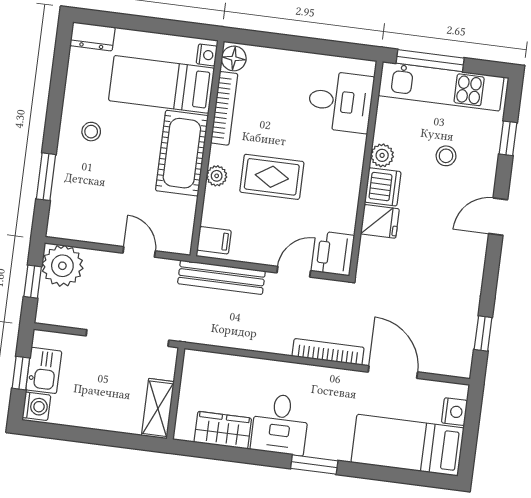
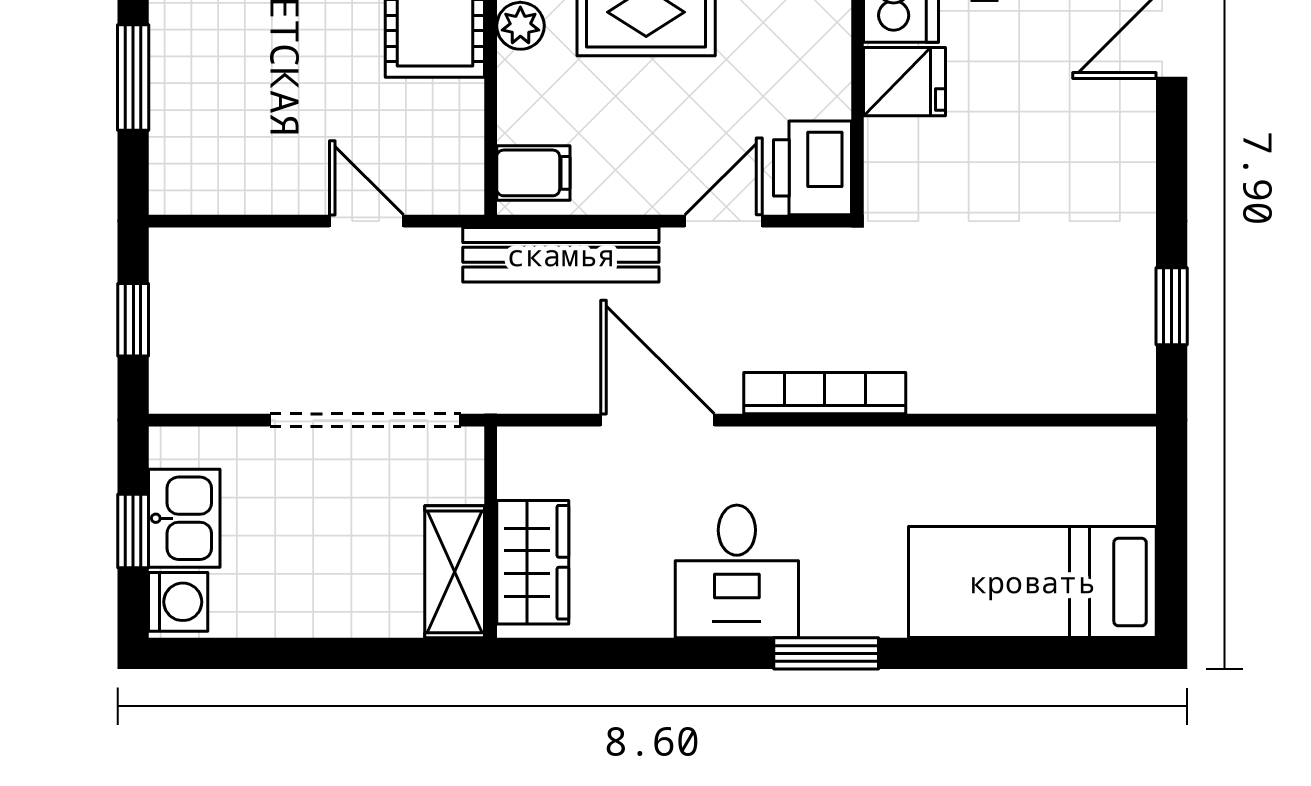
plant: (62, 266) -> (196, 275), removed
door: (393, 372) -> (658, 420), moved
nightstand: (454, 412) -> (1129, 492), removed
wardrobe: (223, 430) -> (533, 562), moved, turned 90

